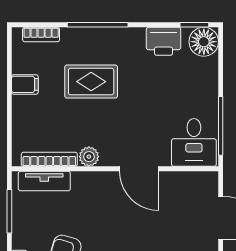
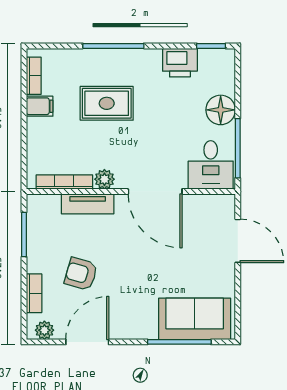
bookcase: (41, 34) -> (34, 76), moved, turned -90
floor lamp: (204, 42) -> (221, 110), moved
door: (139, 169) -> (155, 192), width x1.36
tv unit: (44, 181) -> (88, 204), moved

